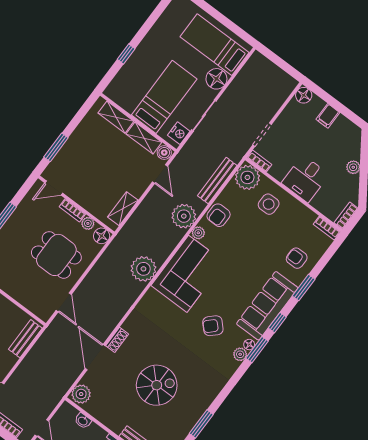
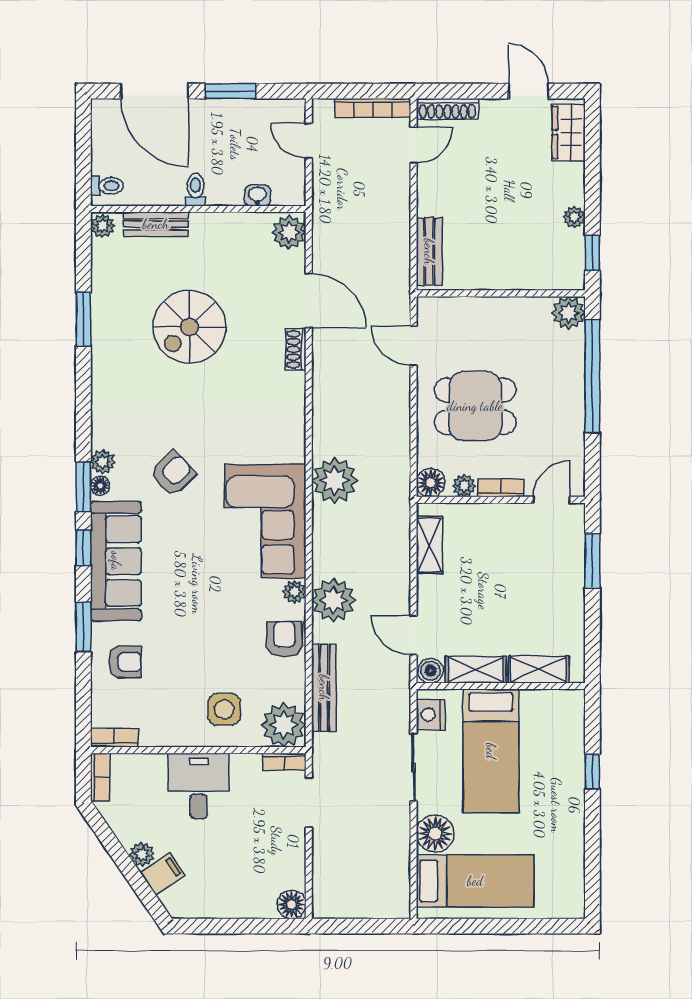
filing cabinet: (328, 116) -> (163, 874), moved, turned 56

